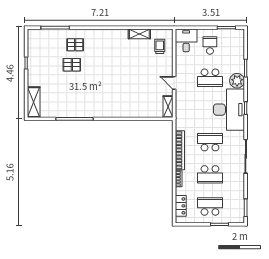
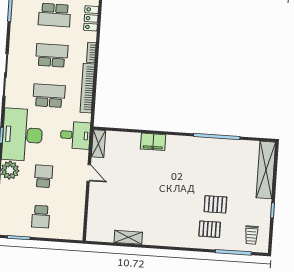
desk: (186, 40) -> (75, 135), moved, turned -90
trolley: (160, 46) -> (251, 235), moved
school desk: (210, 78) -> (44, 176), width x0.54
shelving: (34, 102) -> (266, 170), width x1.47
filing cabinet: (125, 111) -> (153, 142), added
school desk: (210, 142) -> (49, 96), turned 180

